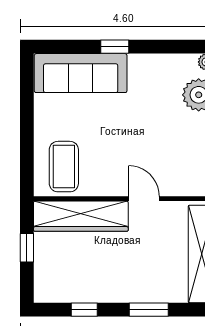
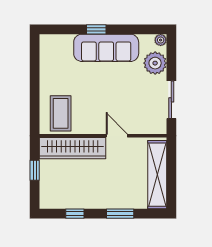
sofa: (81, 73) -> (106, 48), moved

